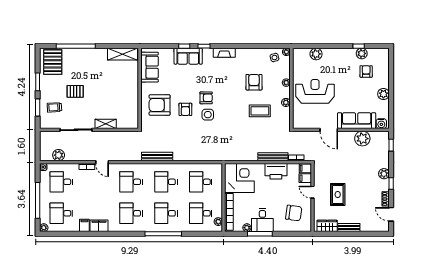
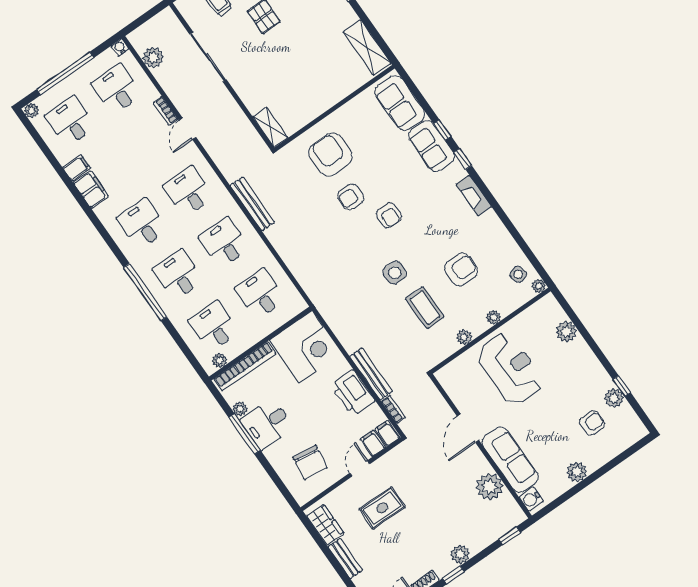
sofa: (150, 67) -> (400, 103), moved, turned 90
side table: (208, 115) -> (395, 273), moved
shelving: (106, 124) -> (270, 127), moved

